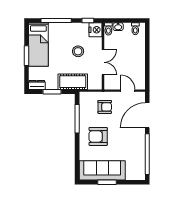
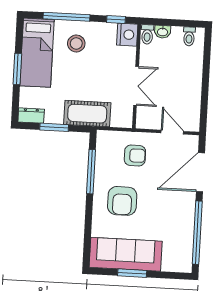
stool: (78, 51) -> (76, 43), moved
armchair: (98, 136) -> (122, 201), turned -90

